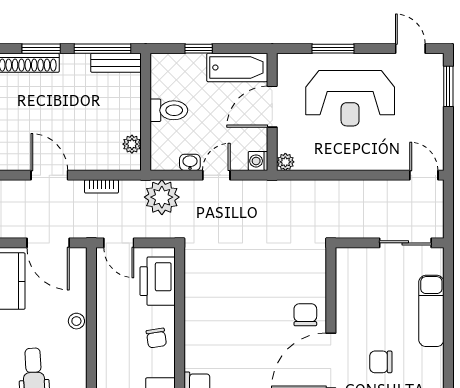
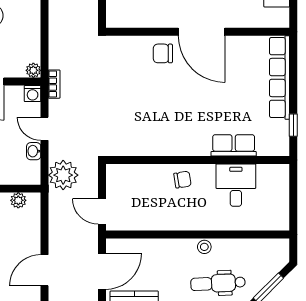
bookcase: (101, 186) -> (54, 84), moved
door: (119, 243) -> (102, 211), swing flipped
printer: (158, 281) -> (134, 179), removed
stool: (76, 321) -> (204, 247), moved

